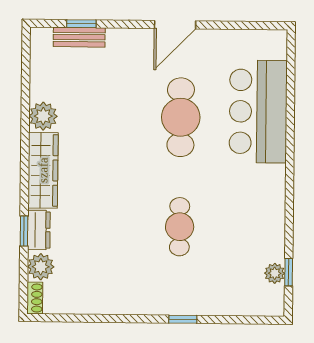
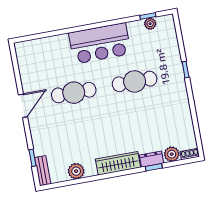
door: (175, 25) -> (23, 106), hinge flipped
bench: (79, 37) -> (43, 171), moved
bar counter: (258, 112) -> (100, 43), moved
plant: (43, 116) -> (76, 171), moved
cafe table: (180, 227) -> (135, 81), width x1.37, depth x1.35

